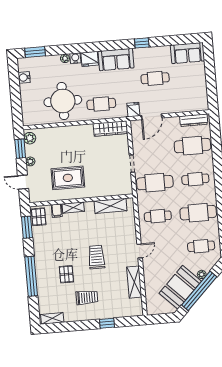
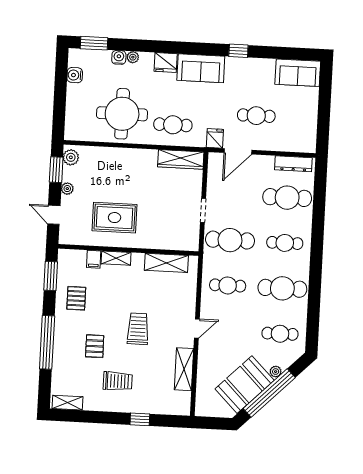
water cooler: (75, 58) -> (119, 57), moved
cafe table: (155, 78) -> (256, 116), moved
pallet: (39, 217) -> (76, 298), moved

